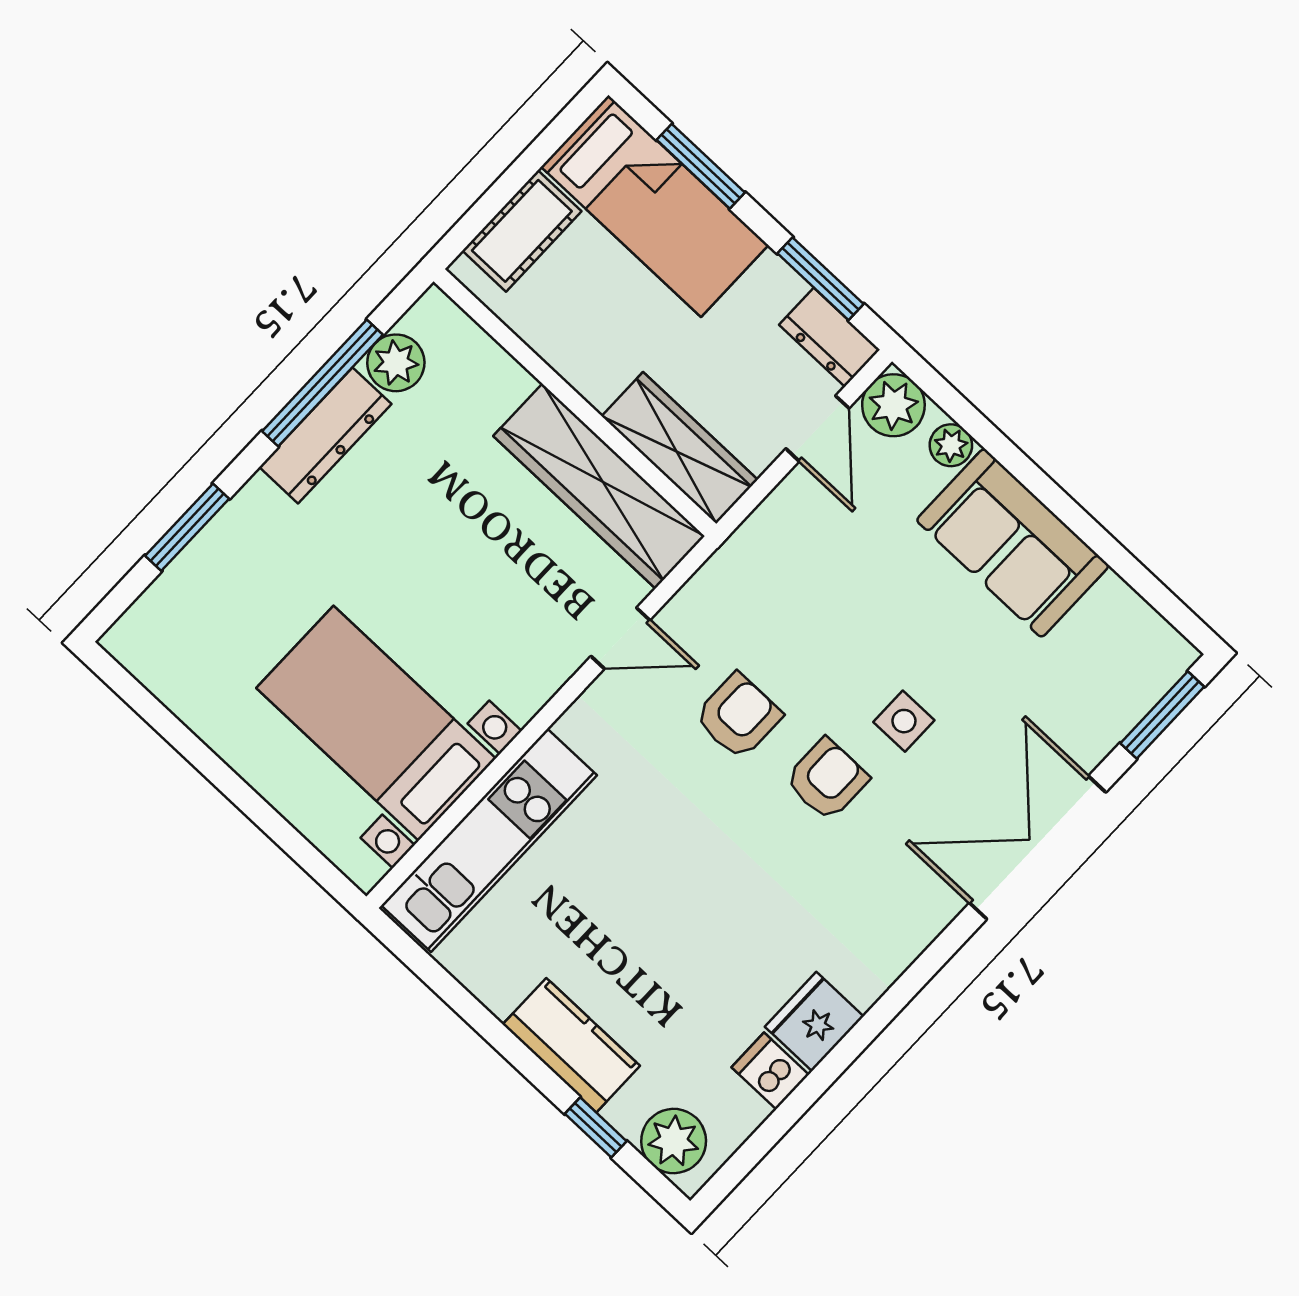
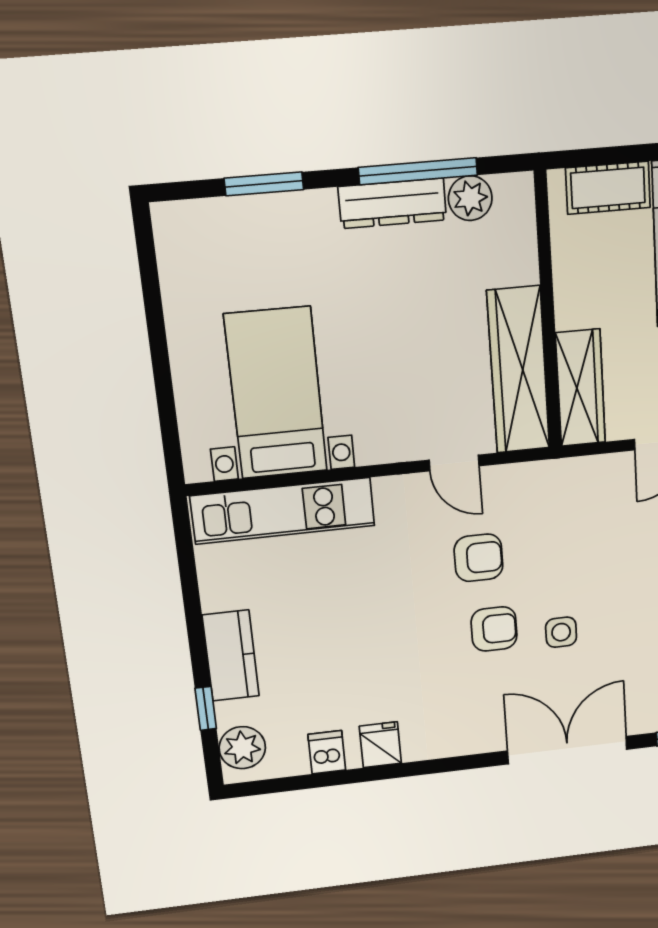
fridge: (814, 1022) -> (380, 745), width x0.72

